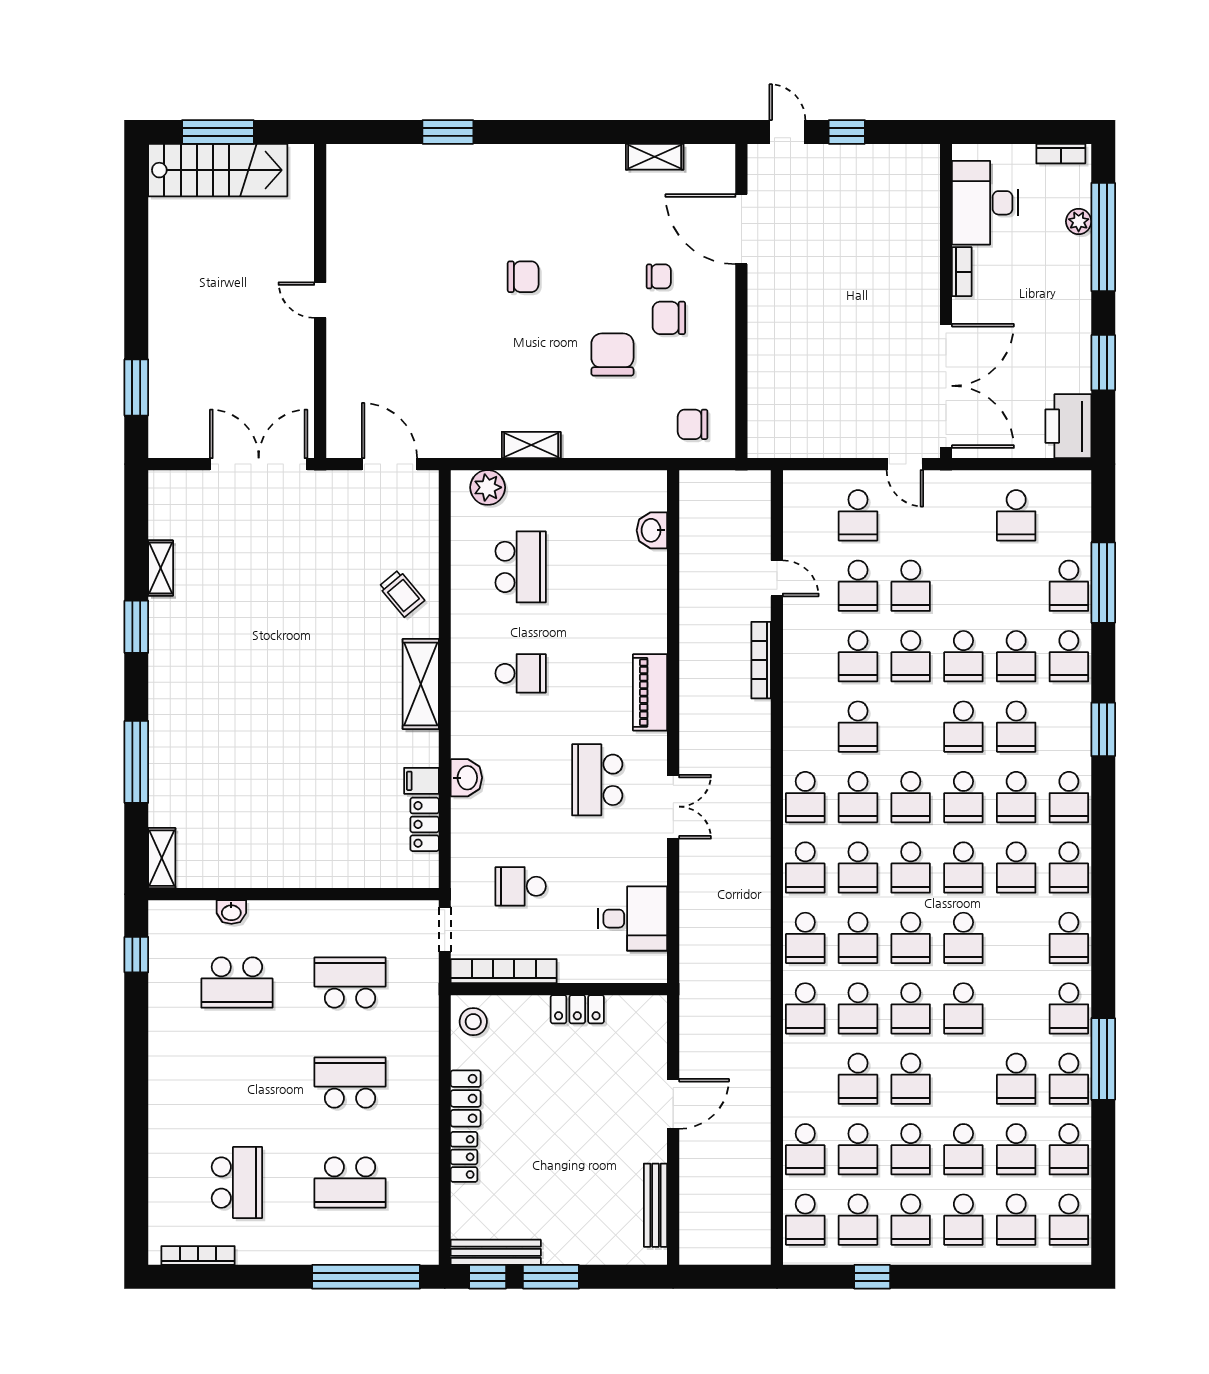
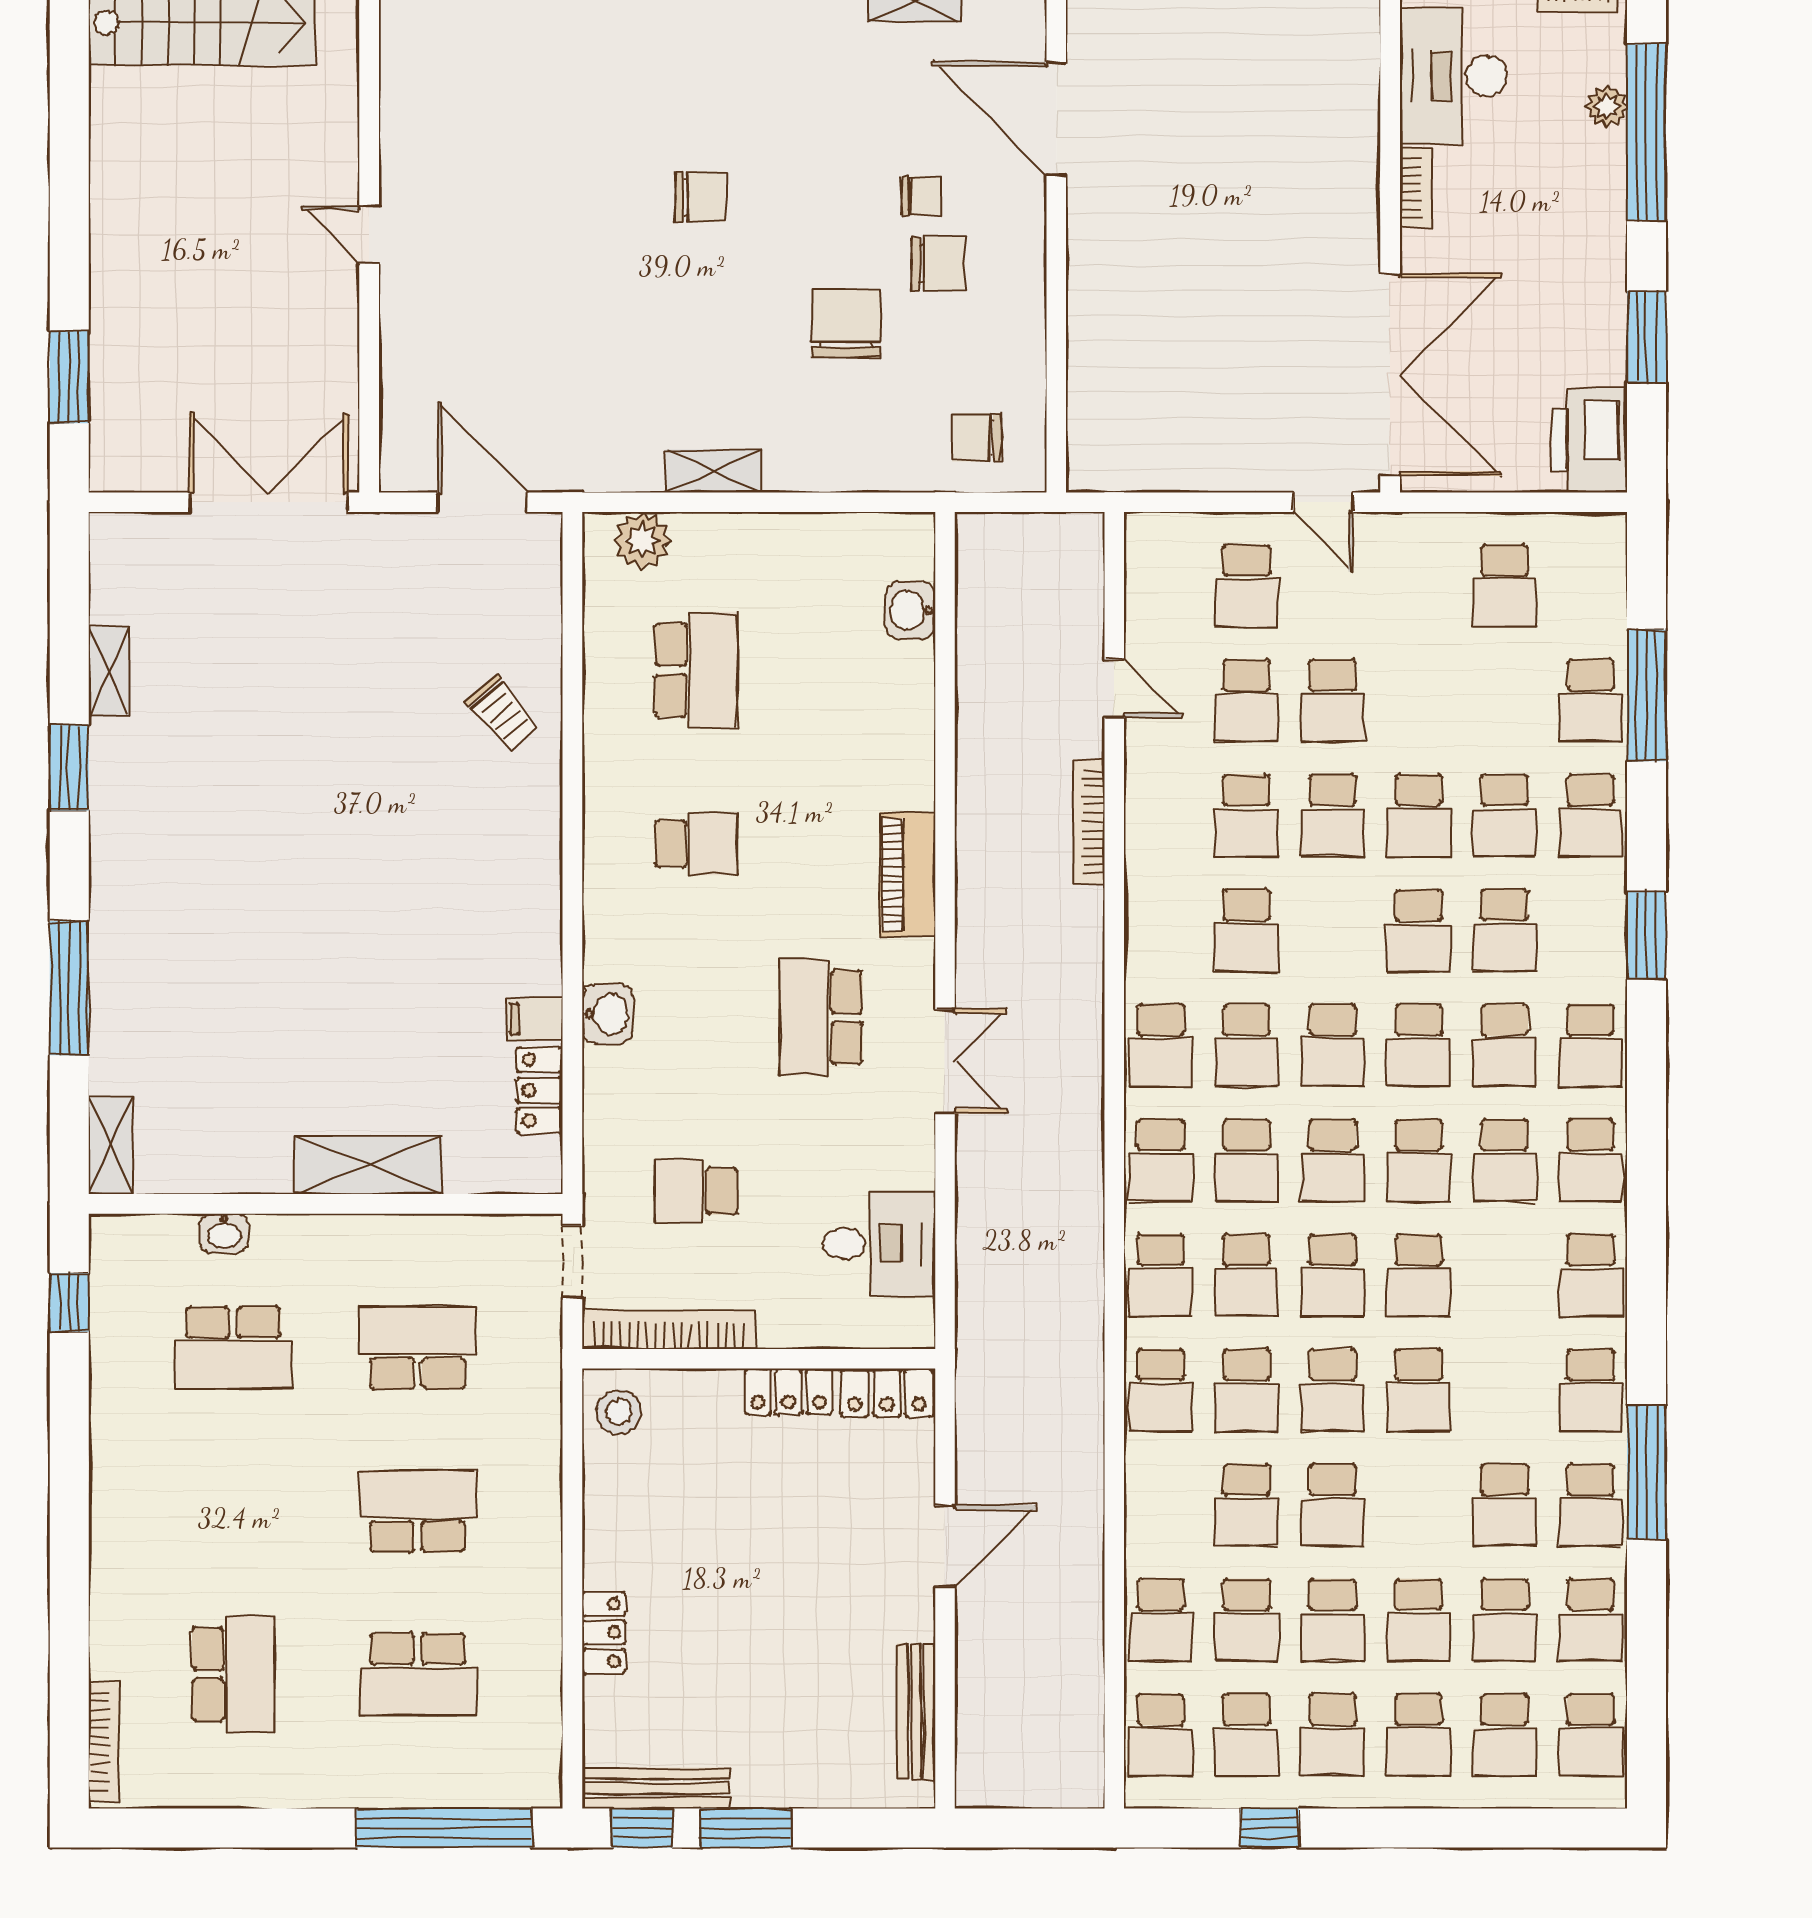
chair: (669, 318) -> (938, 264), turned 180
shelving: (421, 684) -> (368, 1165), moved, turned 90
locker: (466, 1098) -> (887, 1393), moved, turned 90
bookcase: (198, 1256) -> (104, 1741), moved, turned 90

